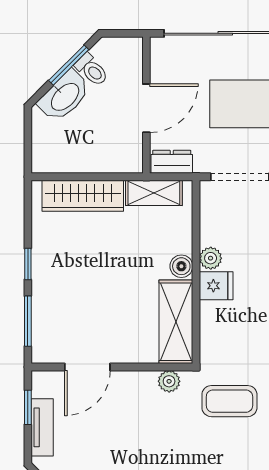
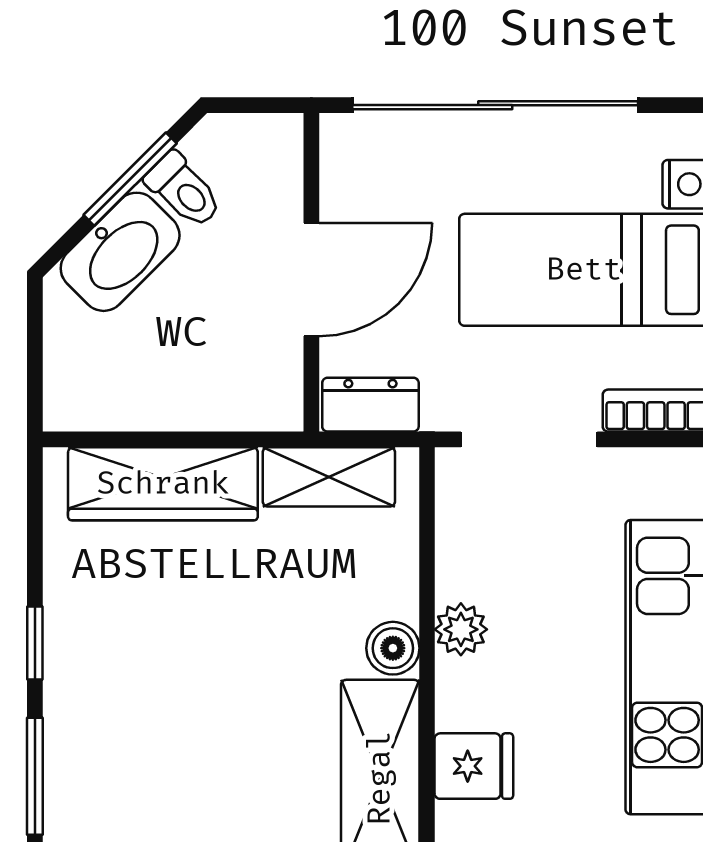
fridge: (216, 286) -> (474, 766), moved

